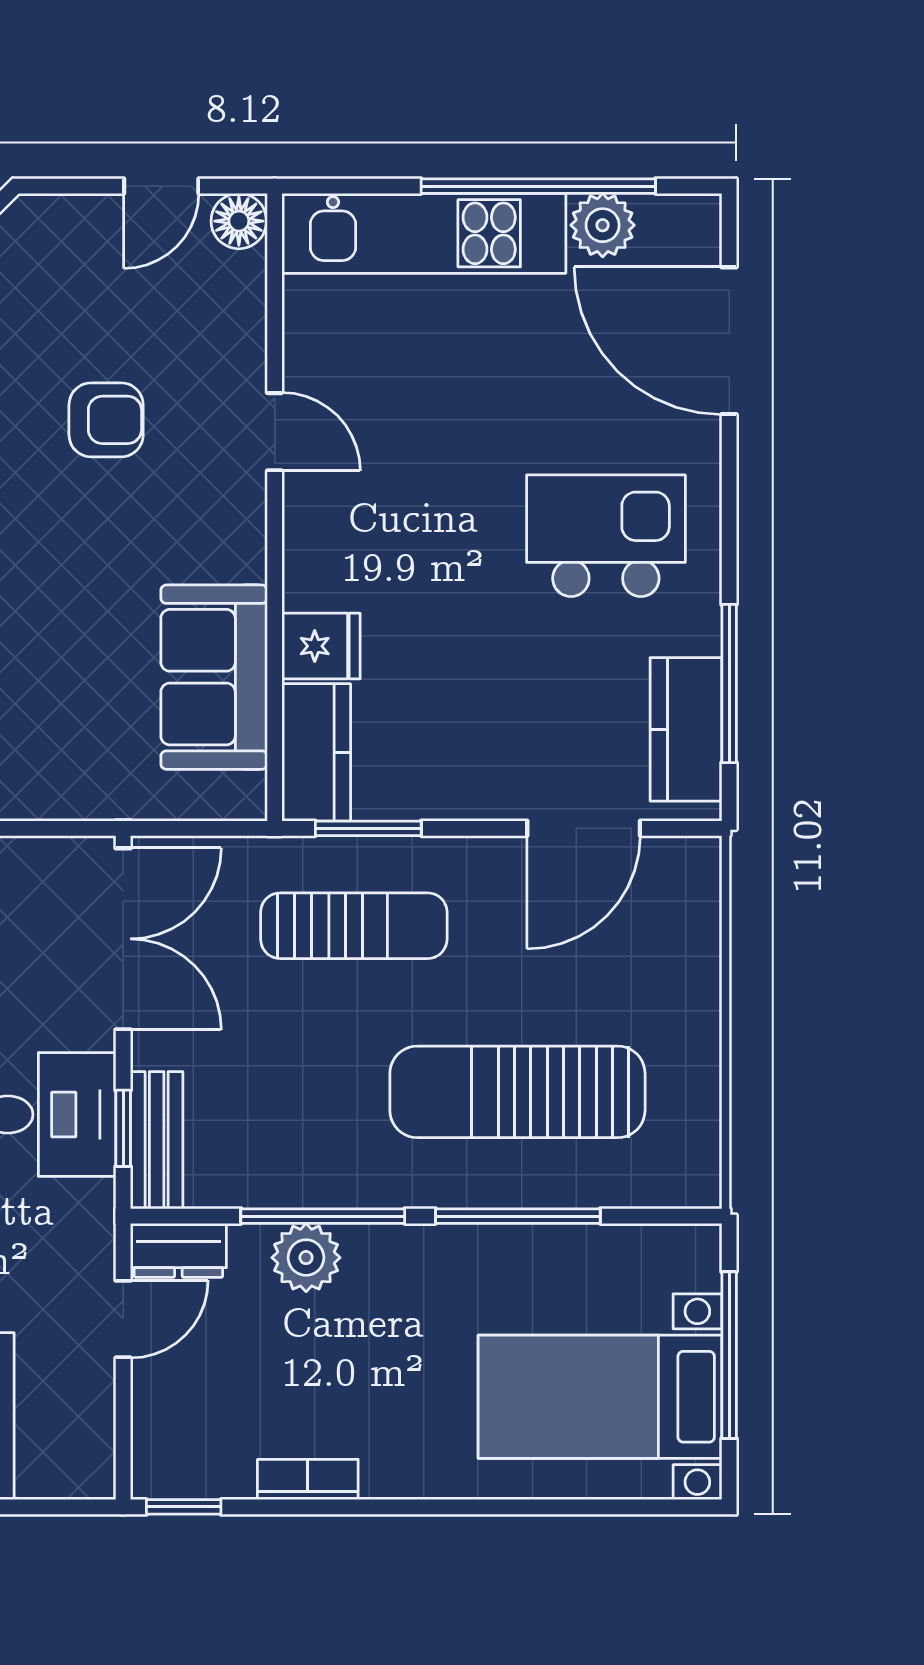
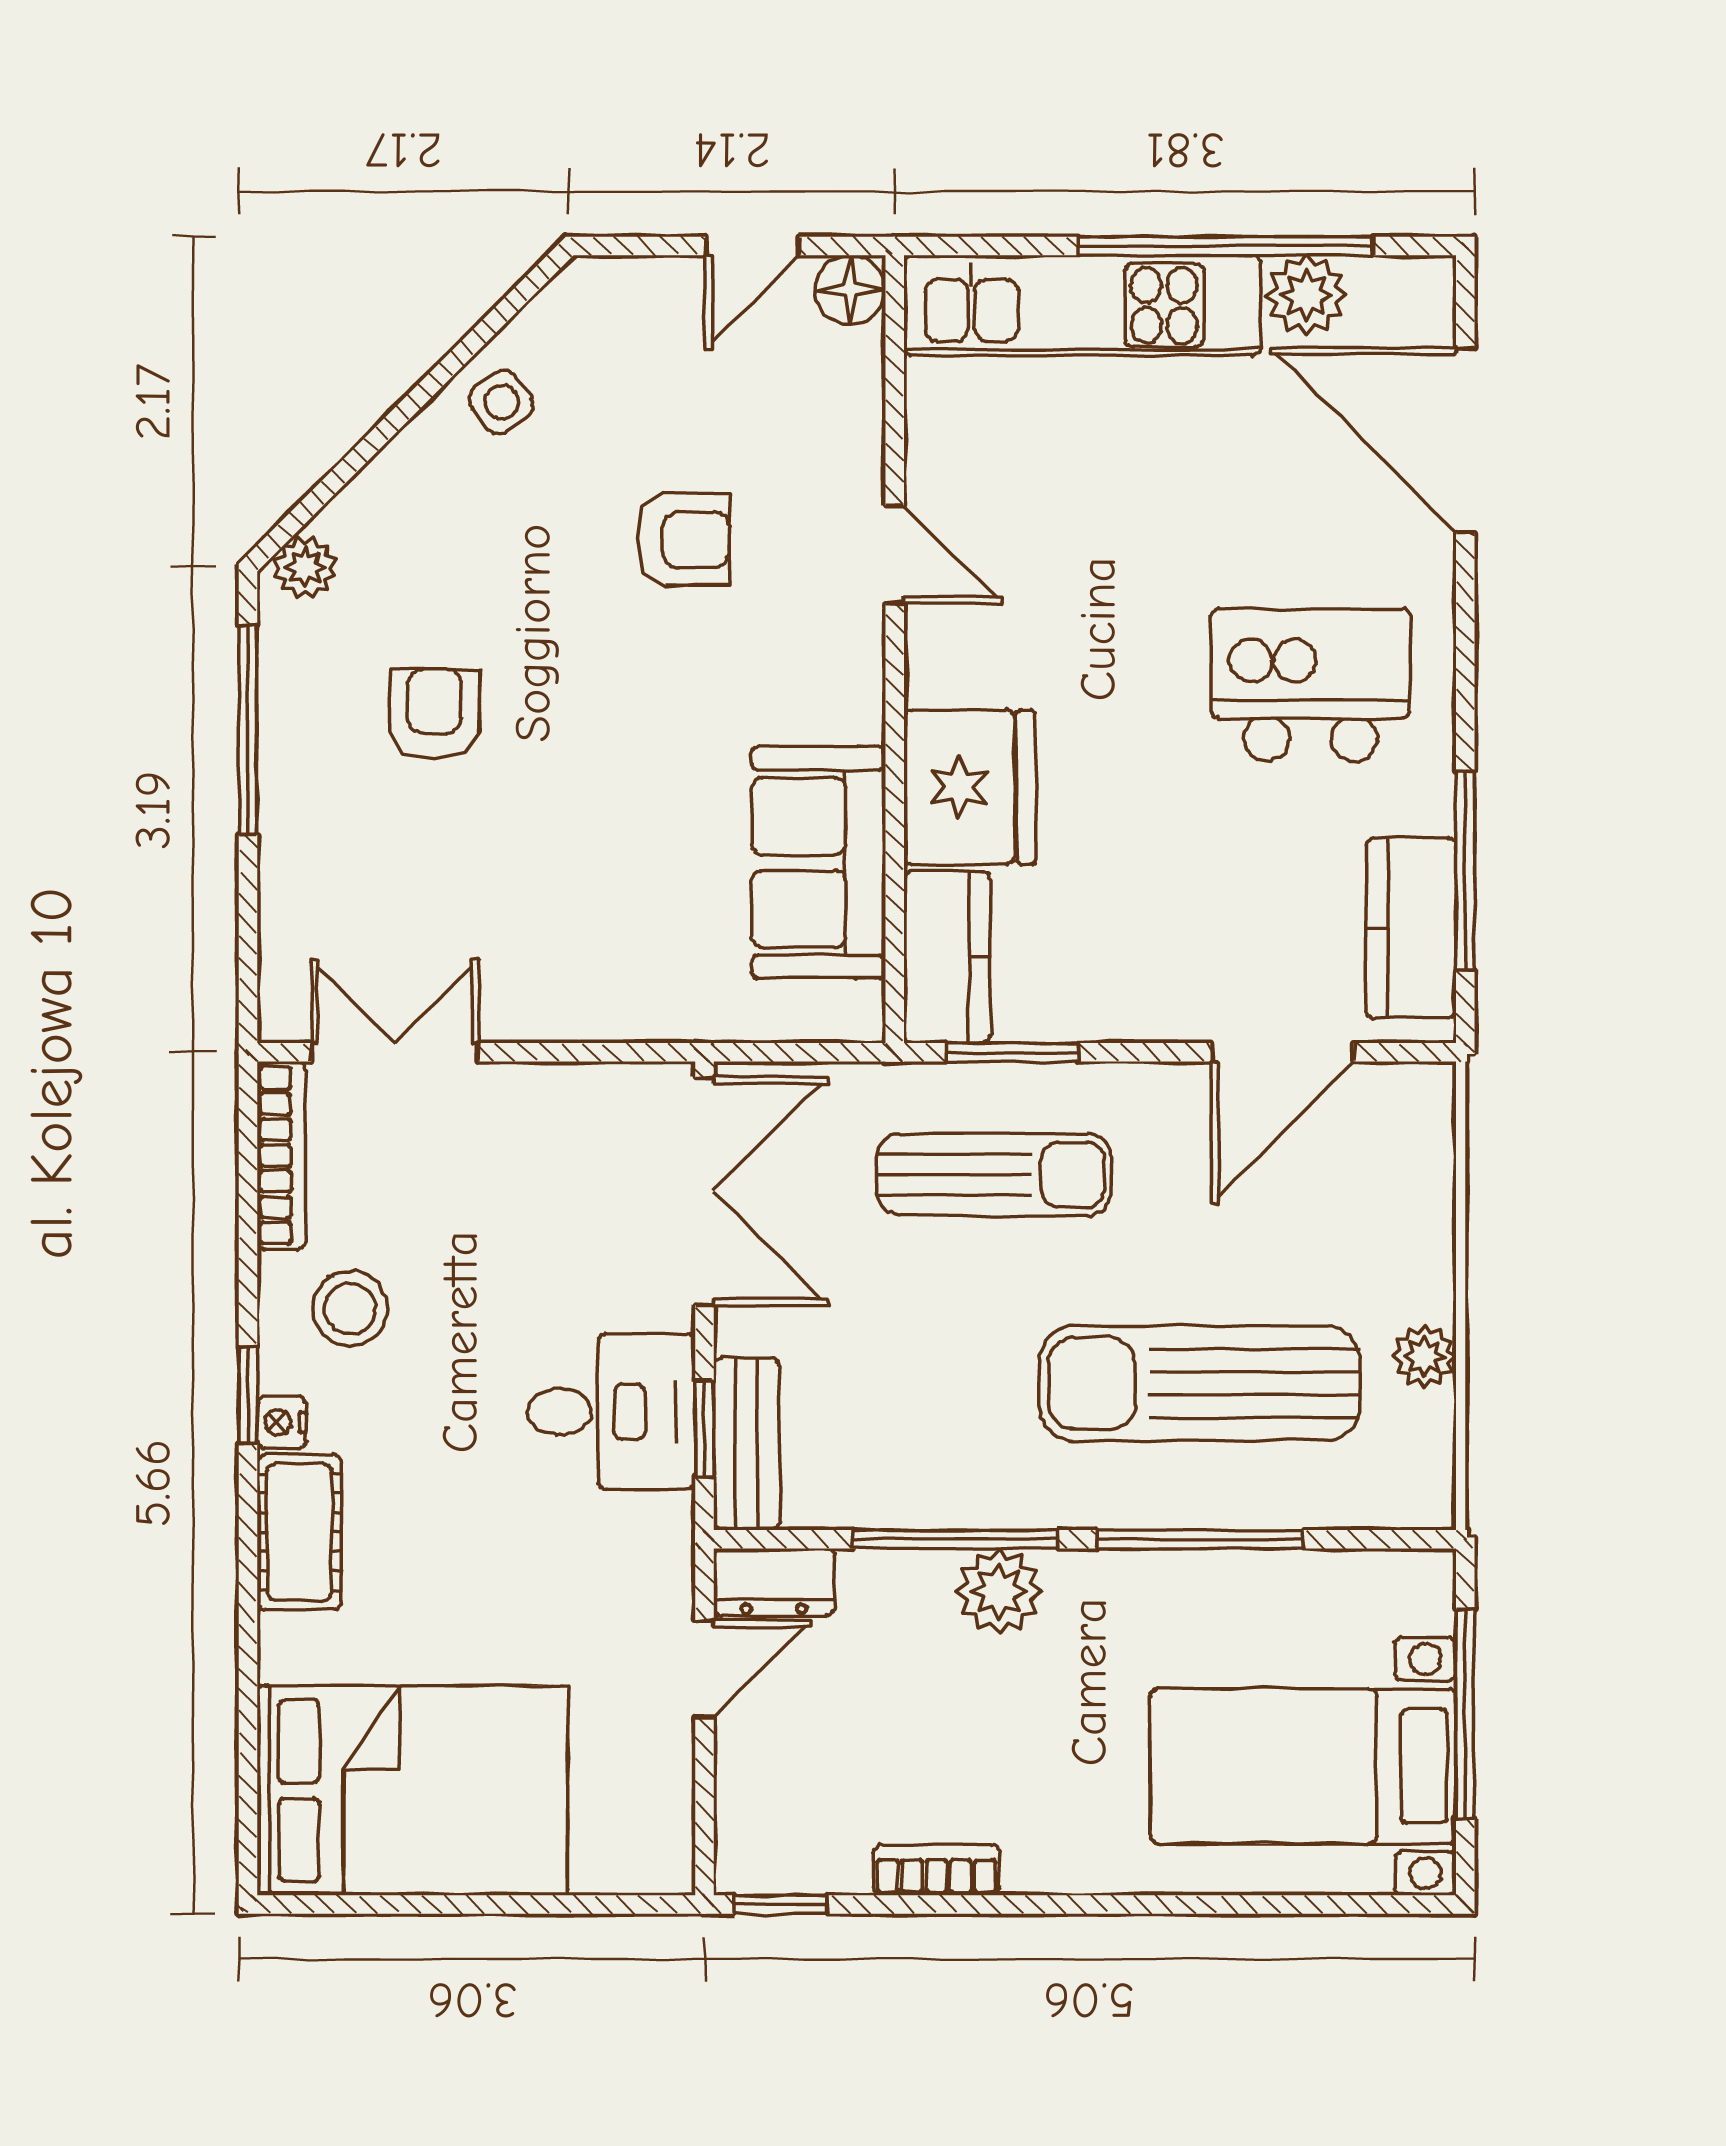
fridge: (321, 646) -> (970, 787), width x1.88, depth x1.34
plant: (697, 1071) -> (1424, 1357), added
plant: (306, 1258) -> (999, 1591), moved

